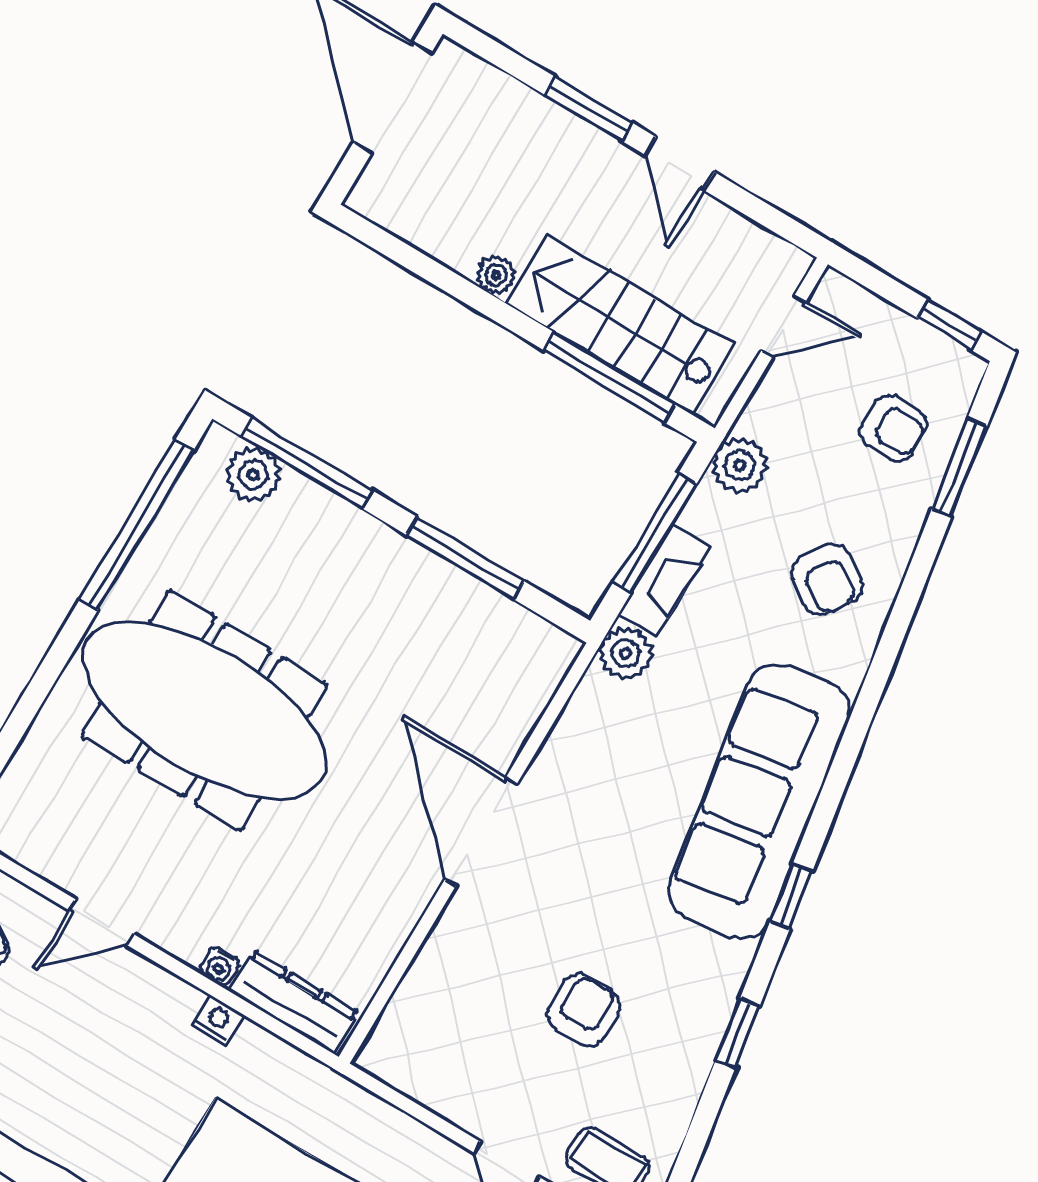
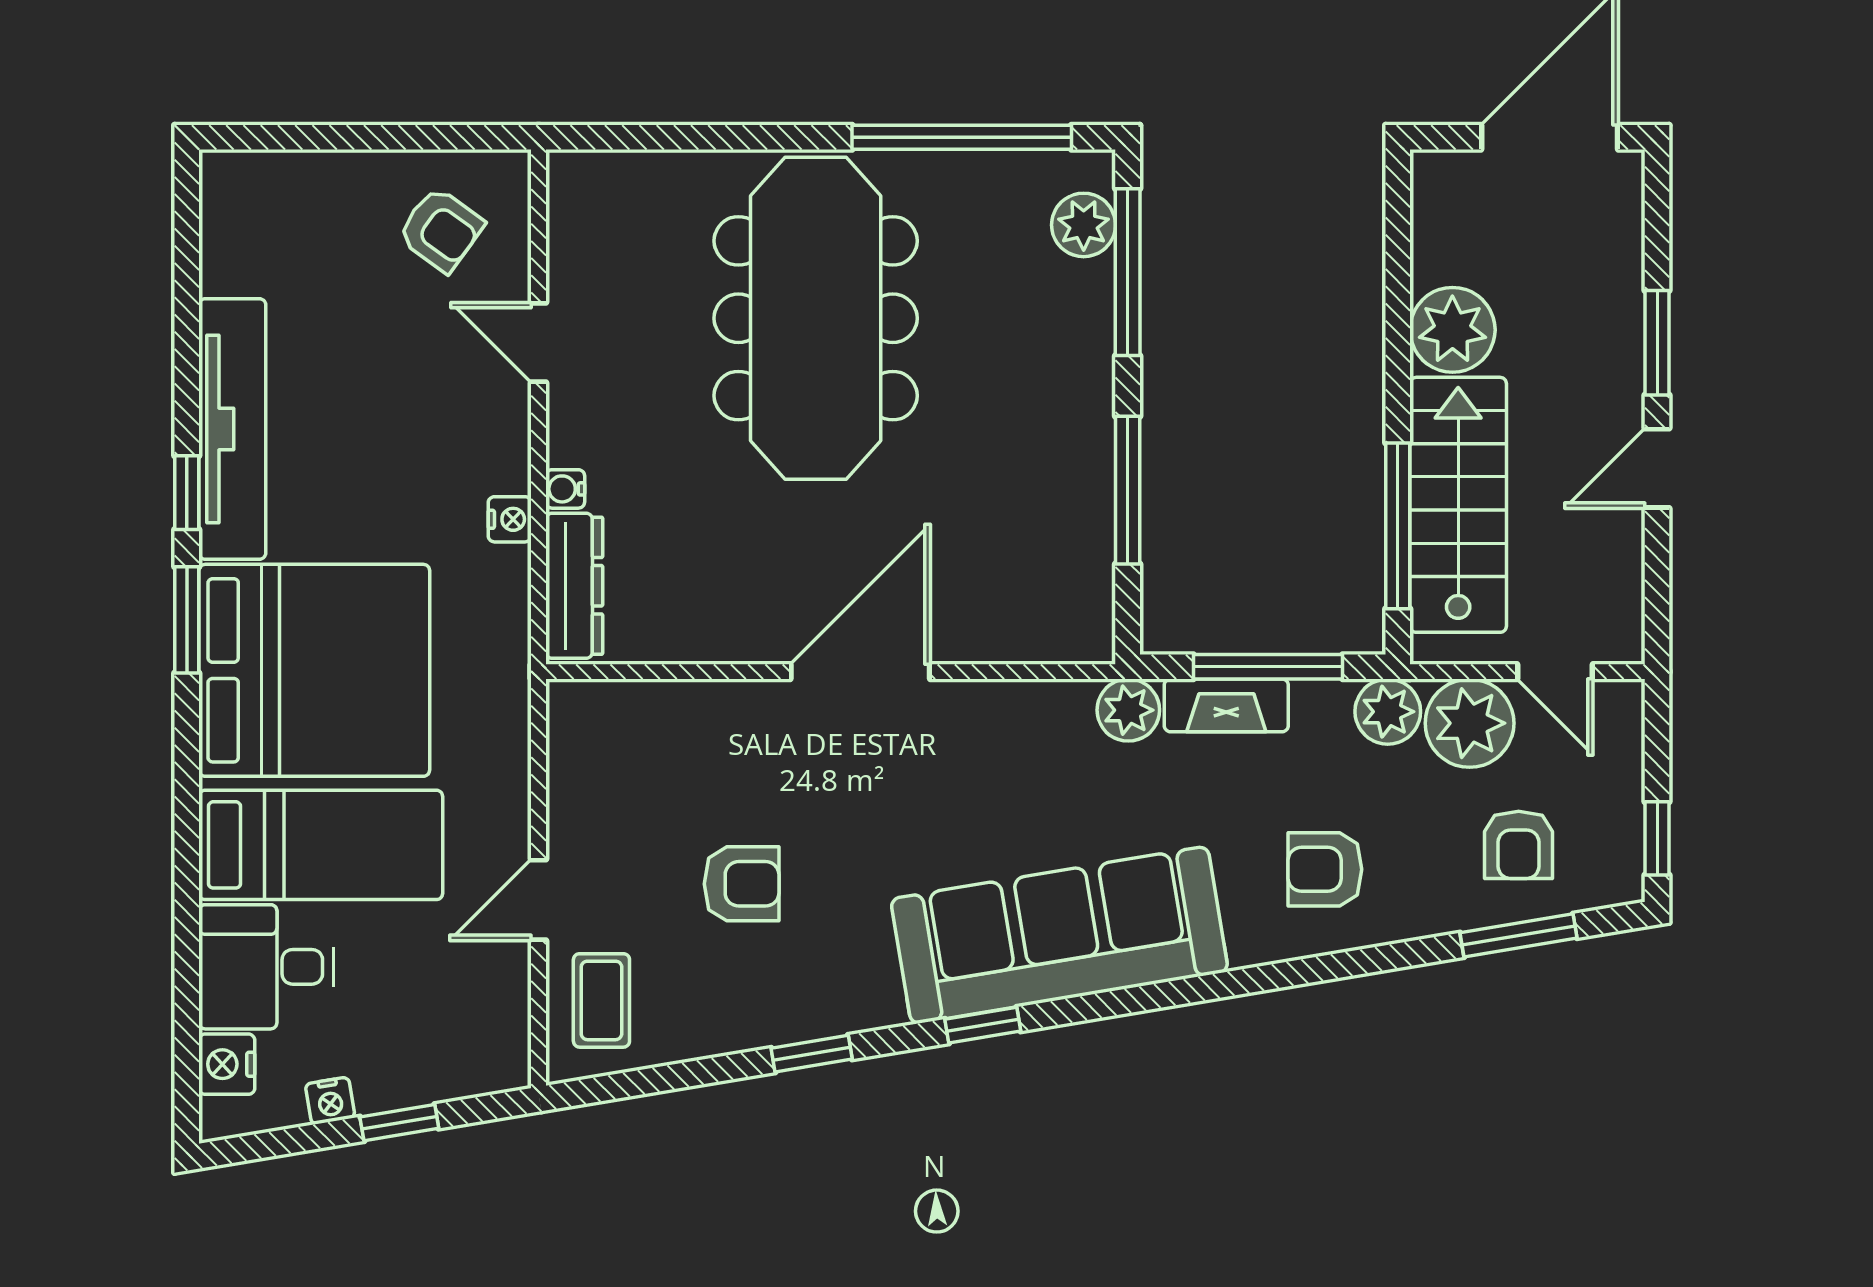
plant: (496, 275) -> (1452, 330), width x1.88, depth x1.88
plant: (784, 411) -> (1470, 723), added
armchair: (827, 580) -> (1325, 869), turned 55

